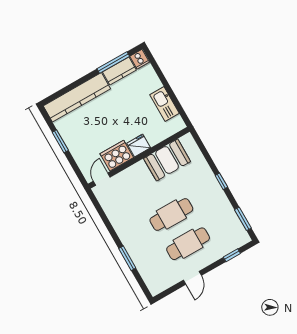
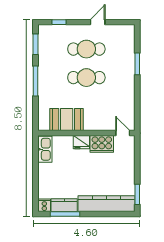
kitchen sink: (164, 104) -> (45, 149), moved
window: (60, 141) -> (137, 194), moved
door: (102, 179) -> (123, 133), swing flipped
window: (221, 181) -> (36, 81), width x2.17

